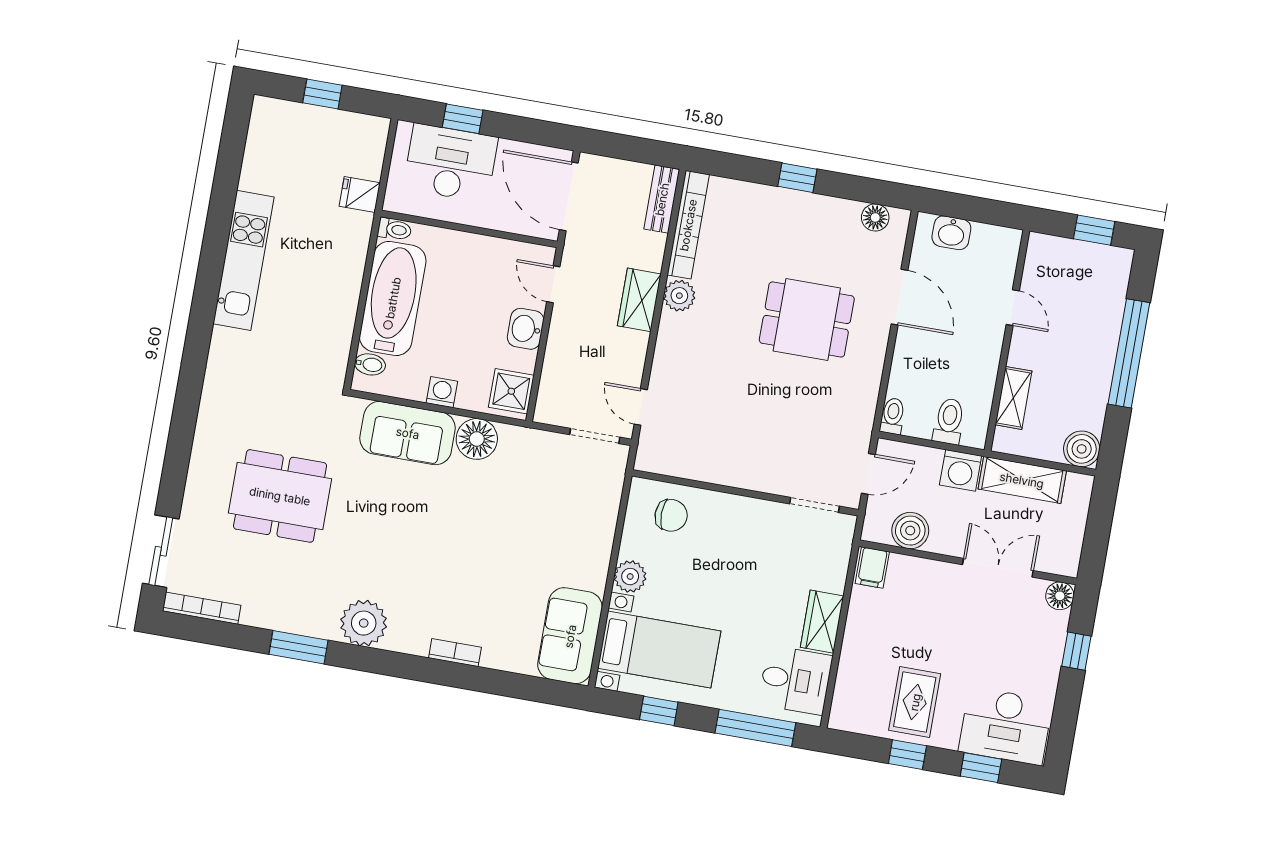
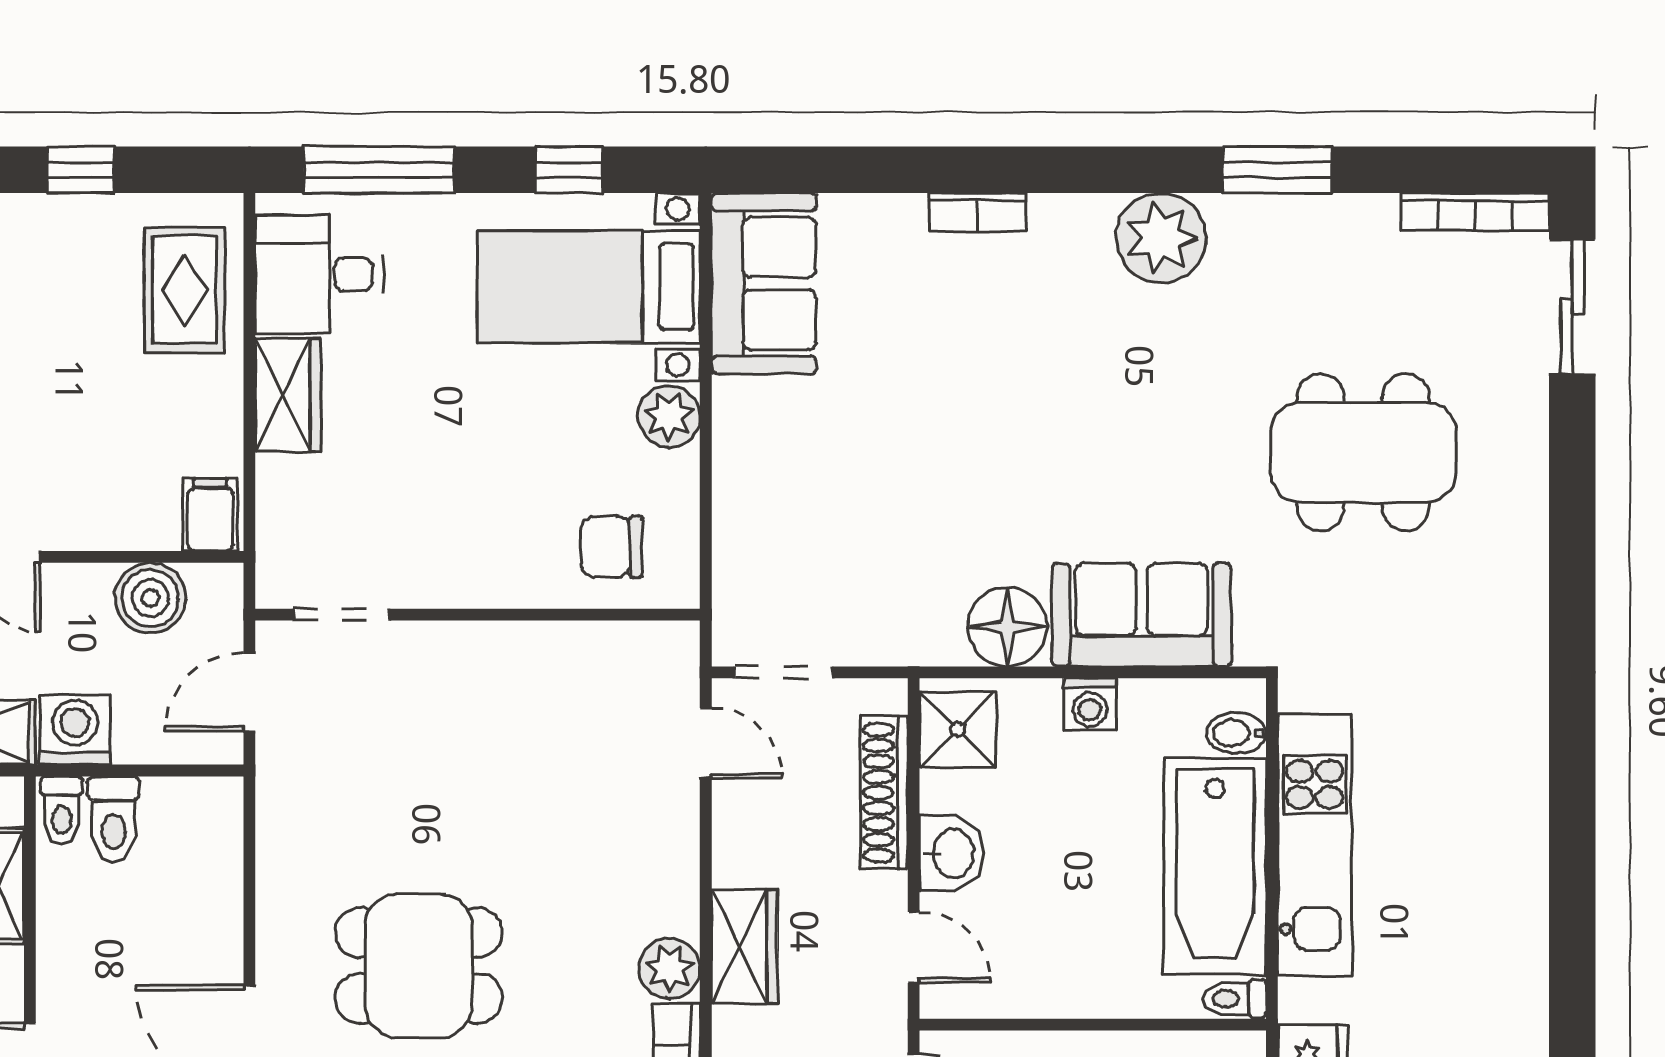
kitchen unit: (244, 260) -> (1315, 845), moved, turned 180
shoe rack: (554, 366) -> (884, 793), added
toilet: (893, 416) -> (62, 810), moved
rug: (915, 702) -> (184, 290), moved

